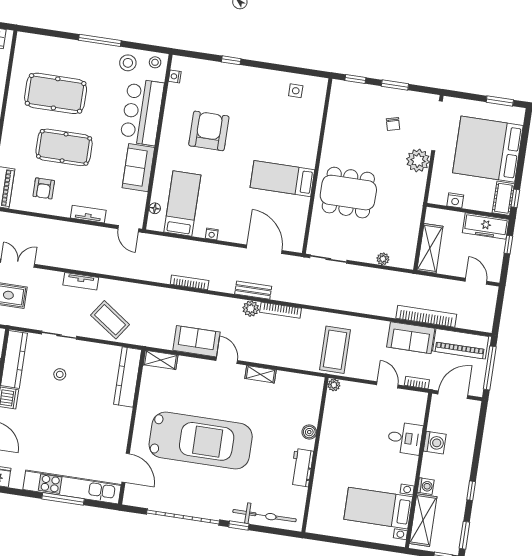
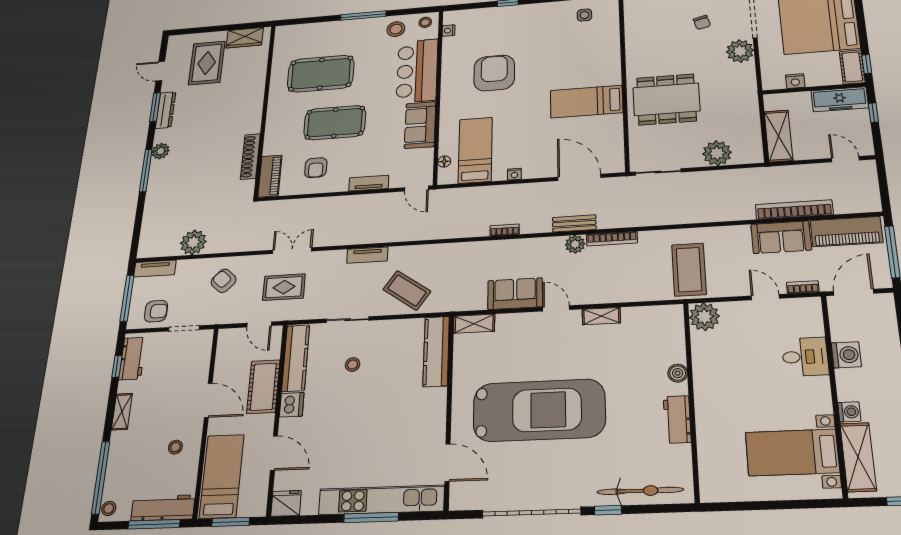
plant: (383, 259) -> (717, 153), width x1.88, depth x1.88
bookcase: (190, 282) -> (505, 230), width x0.64
plant: (334, 385) -> (704, 317), width x1.88, depth x1.88

